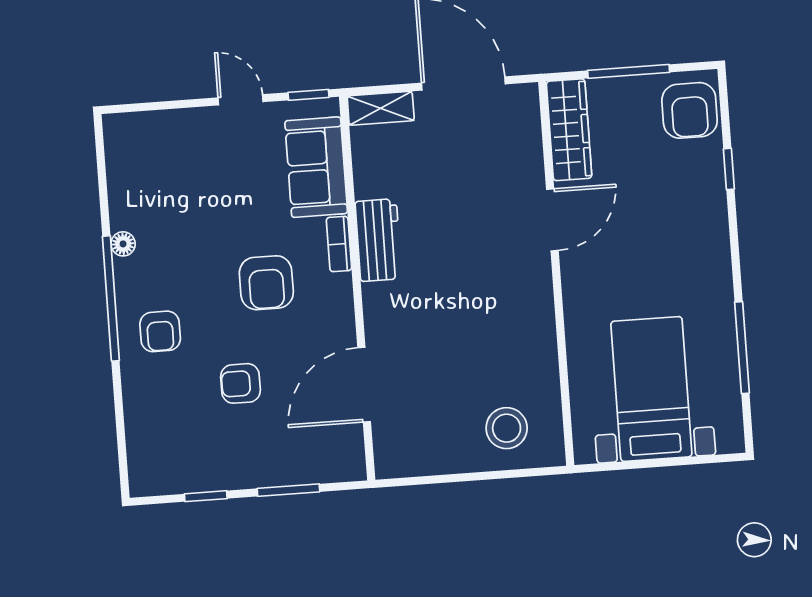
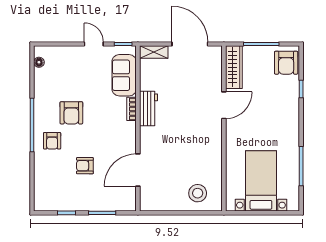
floor lamp: (123, 244) -> (39, 62), moved
armchair: (266, 283) -> (71, 113), moved

